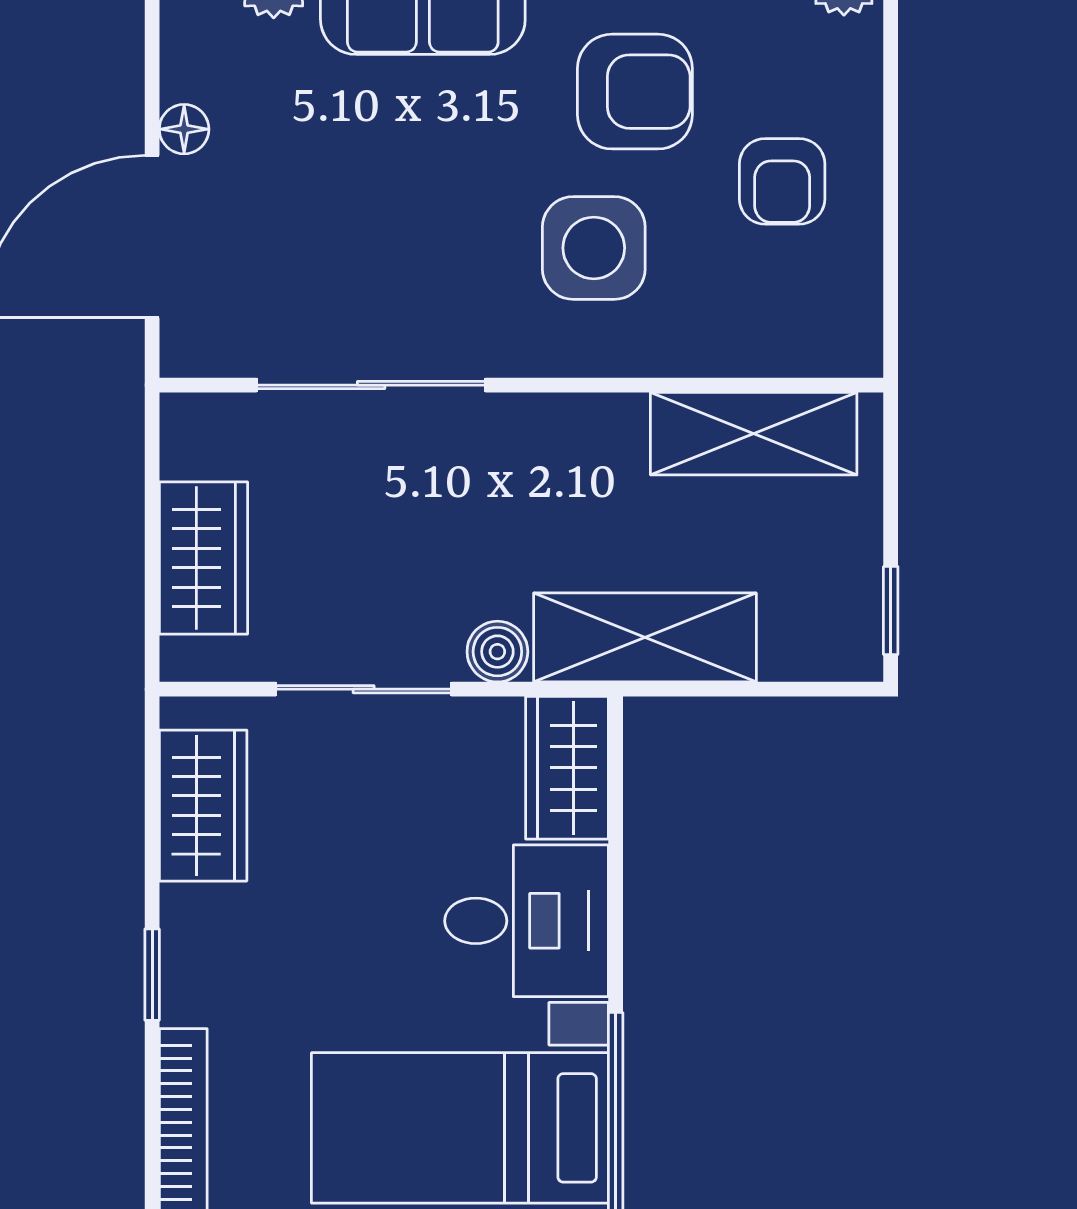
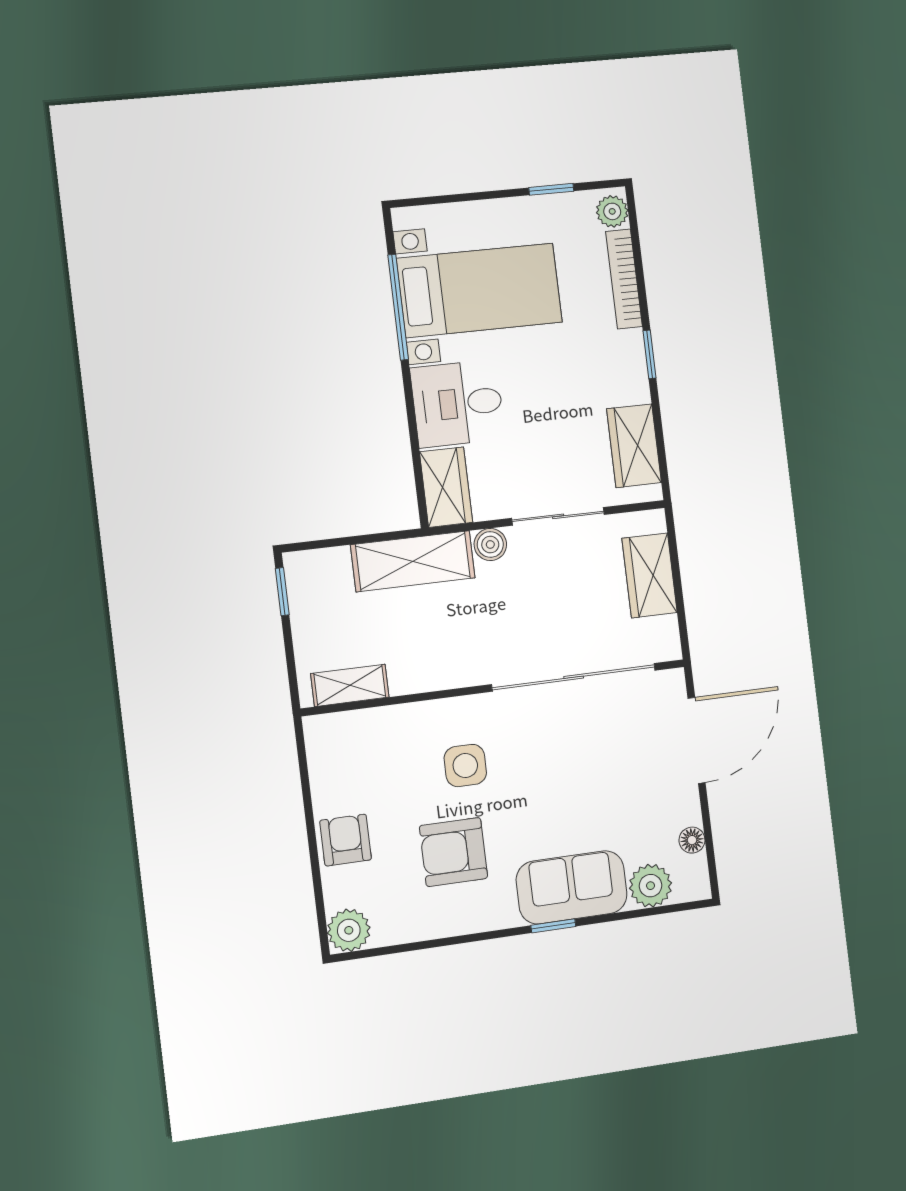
floor lamp: (184, 129) -> (692, 840), moved
armchair: (782, 181) -> (346, 840), moved
side table: (594, 248) -> (465, 766), width x0.73, depth x0.73
sliding door: (371, 385) -> (574, 677), width x1.36
shelving: (754, 434) -> (350, 685), width x0.67, depth x0.75

